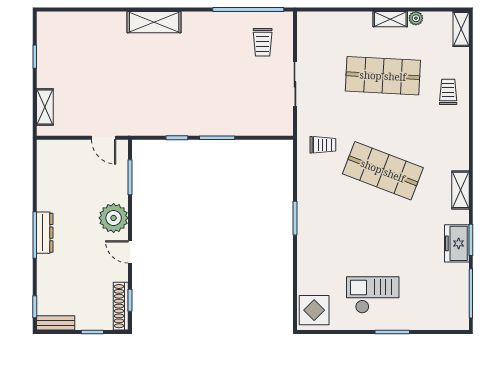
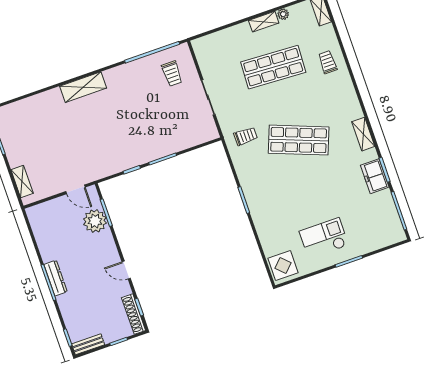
plant: (114, 218) -> (95, 221), moved

